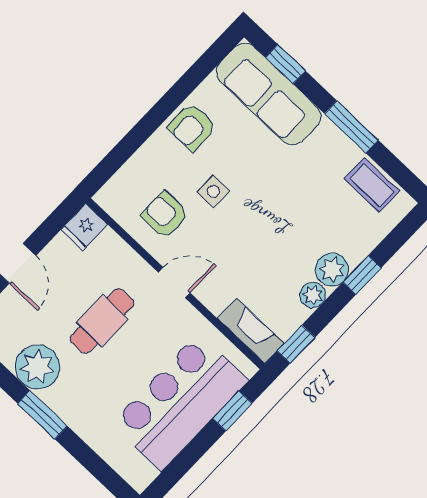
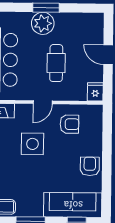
side table: (213, 191) -> (32, 144), moved, width x1.87, depth x1.87
plant: (37, 367) -> (43, 23), moved

